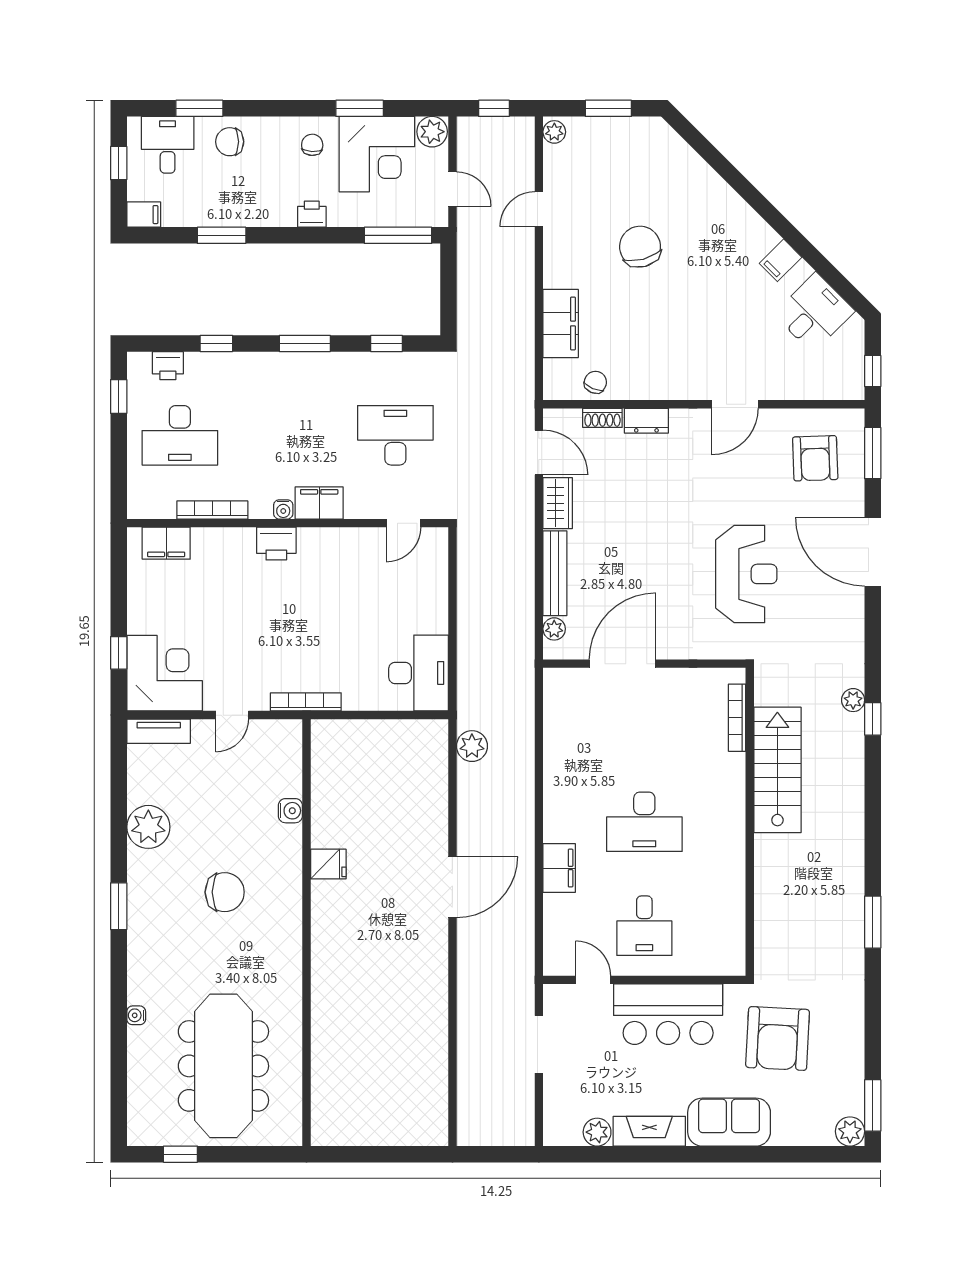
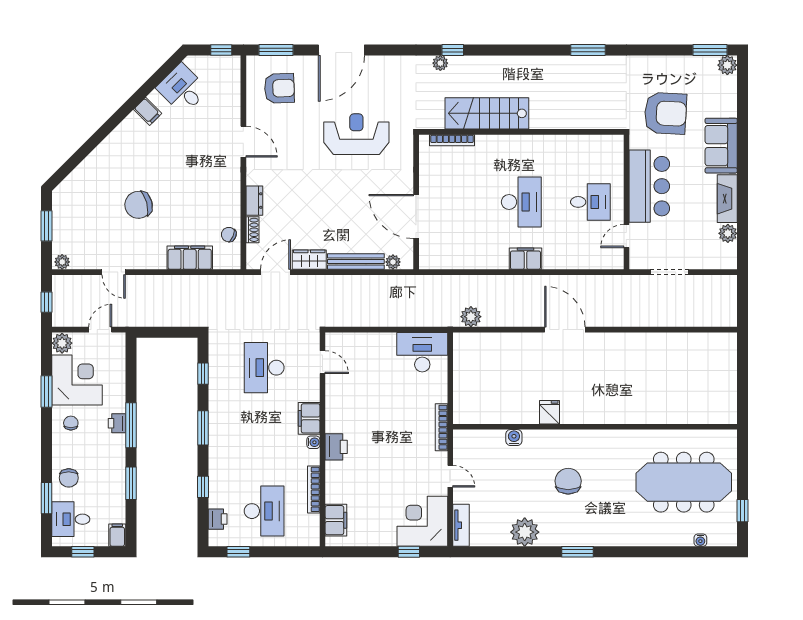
chair: (312, 145) -> (71, 423), turned 87
window: (398, 235) -> (131, 425), moved
filing cabinet: (559, 868) -> (525, 259), moved
water cooler: (136, 1015) -> (700, 540), moved

